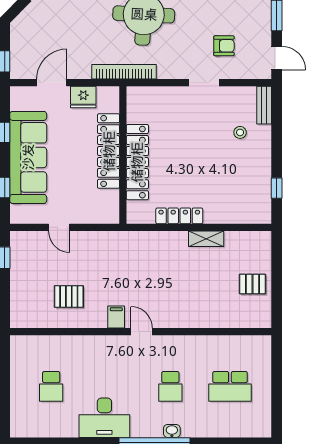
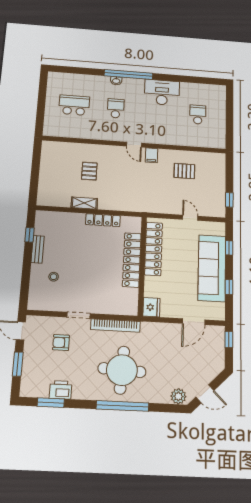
bookcase: (124, 72) -> (115, 325), moved
fridge: (83, 97) -> (151, 307), moved, turned 90
bench: (264, 105) -> (38, 249), moved
locker: (109, 151) -> (154, 249), moved
pallet: (252, 284) -> (89, 171), moved, turned 90

